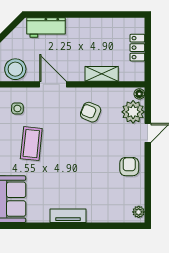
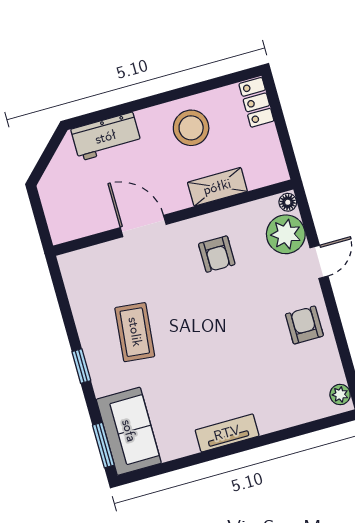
locker: (137, 48) -> (256, 102), moved
stool: (15, 69) -> (191, 128), moved
side table: (17, 108) -> (96, 281), removed
armchair: (91, 112) -> (217, 254), turned -113

